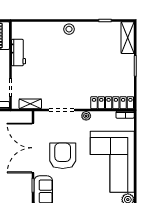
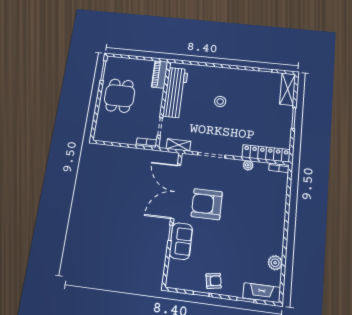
stool: (69, 29) -> (220, 101), moved
workbench: (18, 53) -> (175, 93), width x1.88, depth x1.32
plant: (86, 116) -> (248, 165), moved
armchair: (63, 156) -> (207, 204), turned -90
corner sofa: (112, 162) -> (261, 217), removed

